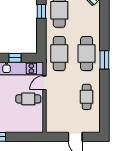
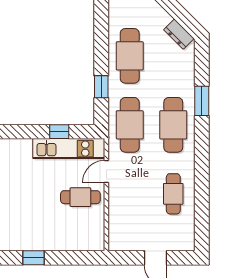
window: (41, 11) -> (101, 87), moved
window: (104, 60) -> (202, 101), moved

